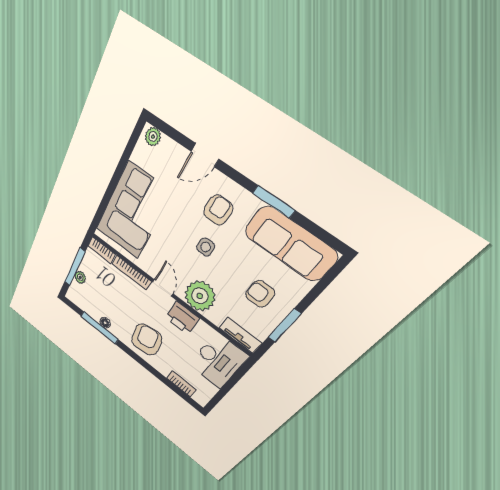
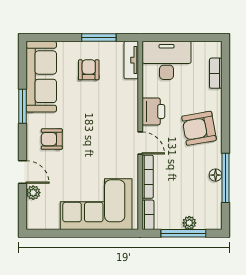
plant: (153, 137) -> (33, 193), moved
side table: (206, 247) -> (83, 131), removed
door: (163, 288) -> (140, 143), swing flipped
armchair: (260, 294) -> (89, 70), turned 180
plant: (200, 296) -> (124, 110), removed

